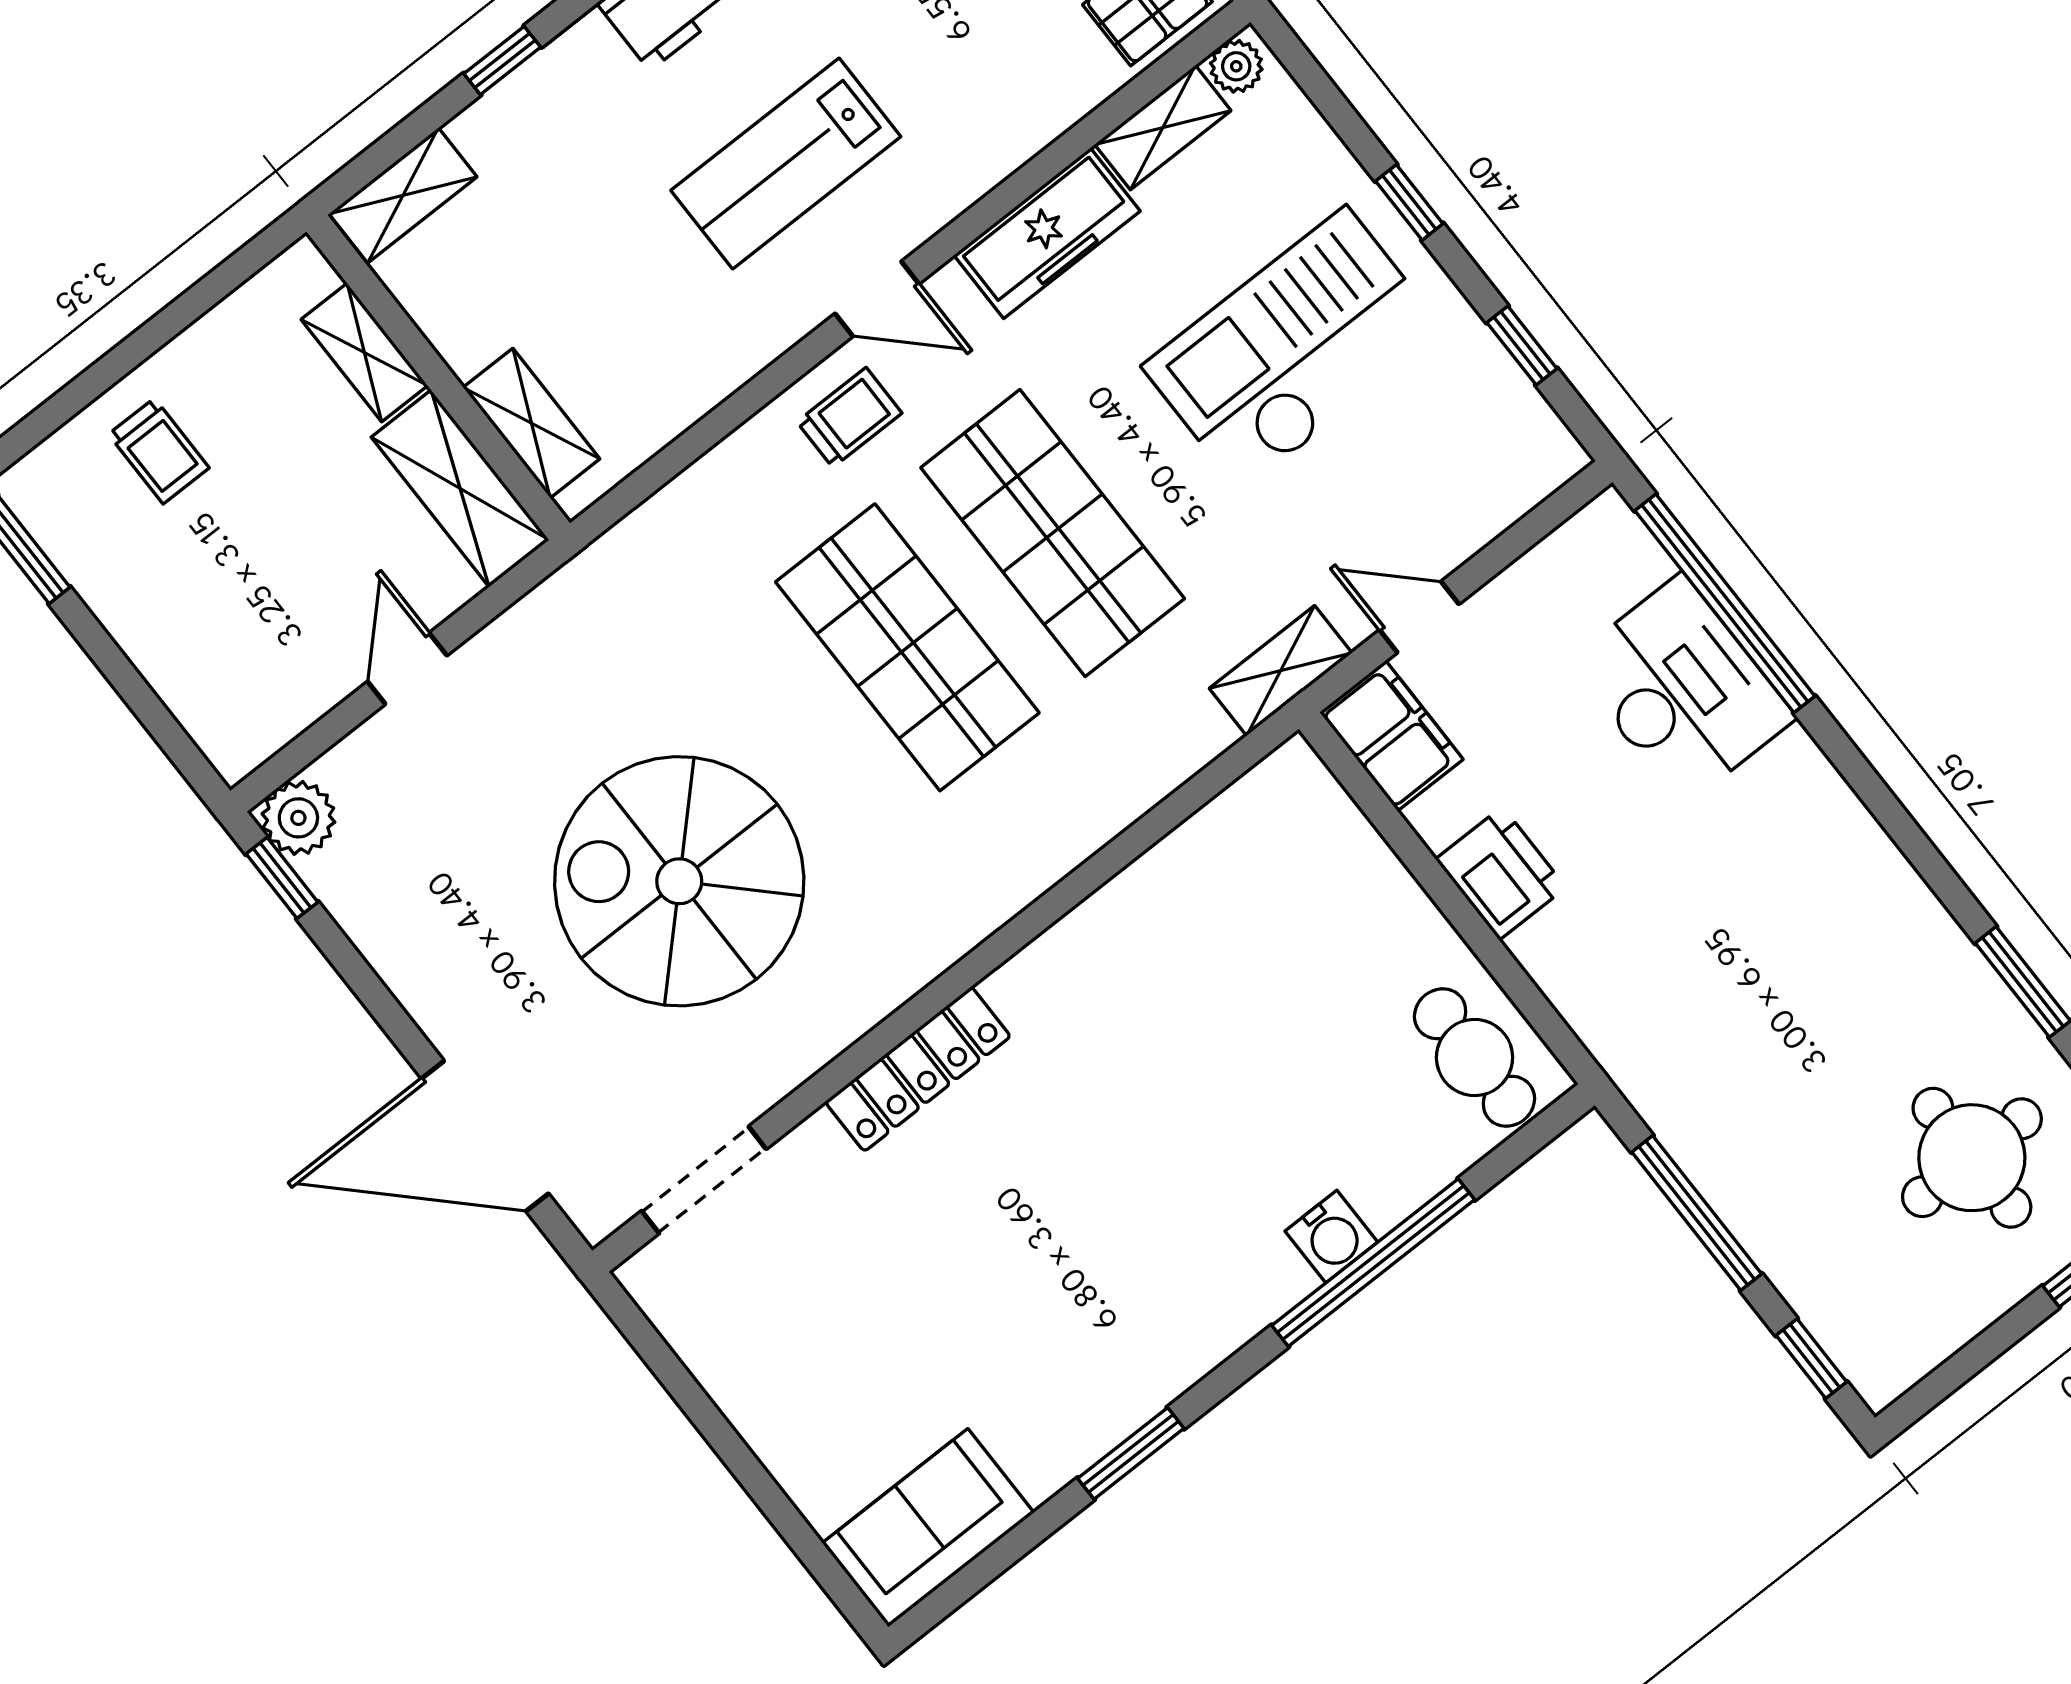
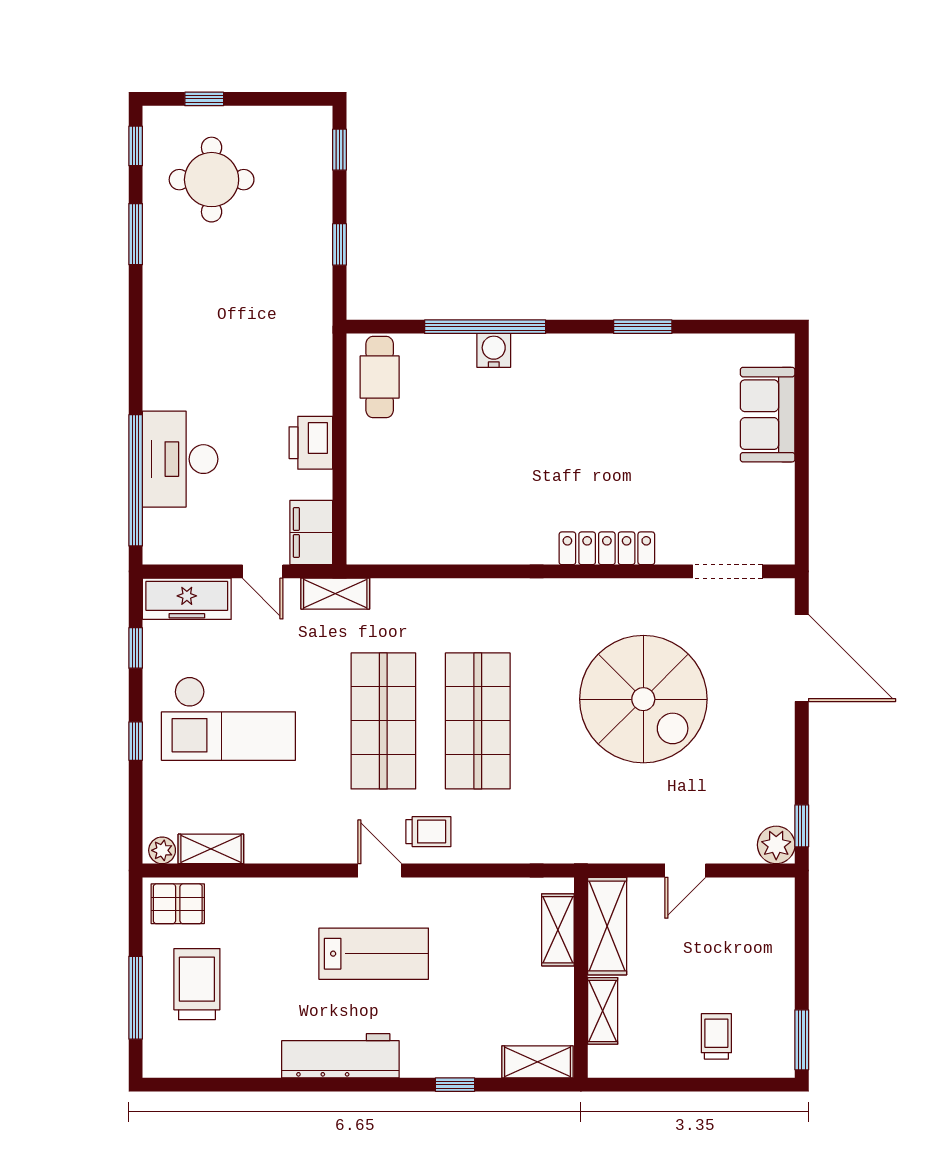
freezer: (1047, 233) -> (187, 599), moved, turned 180
trolley: (849, 417) -> (428, 832), turned 180
window: (1697, 1213) -> (340, 244), width x0.46
sofa: (928, 1528) -> (768, 415), moved, turned 90

